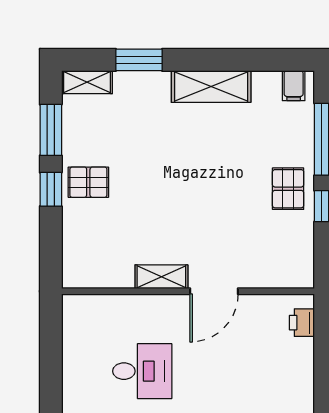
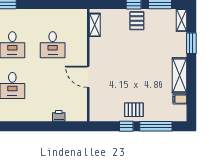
filing cabinet: (294, 86) -> (180, 99), moved
shelving: (161, 277) -> (95, 25), moved
printer: (302, 323) -> (59, 116), moved

